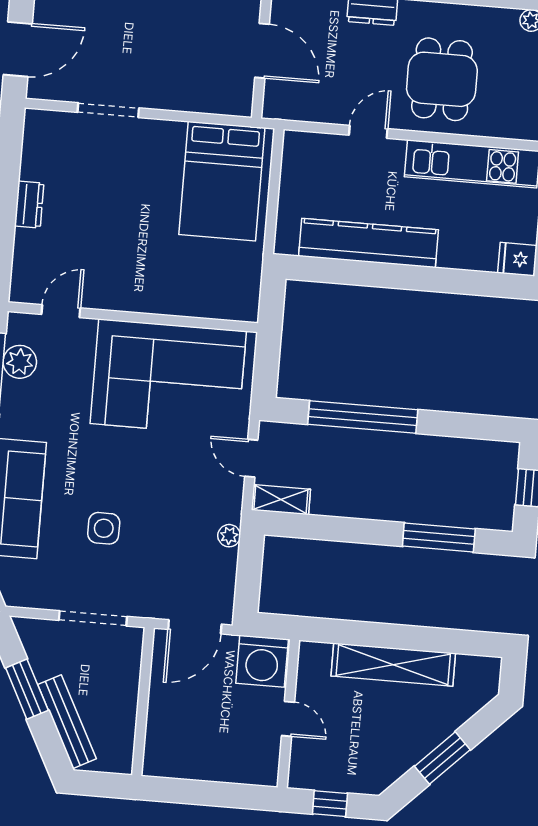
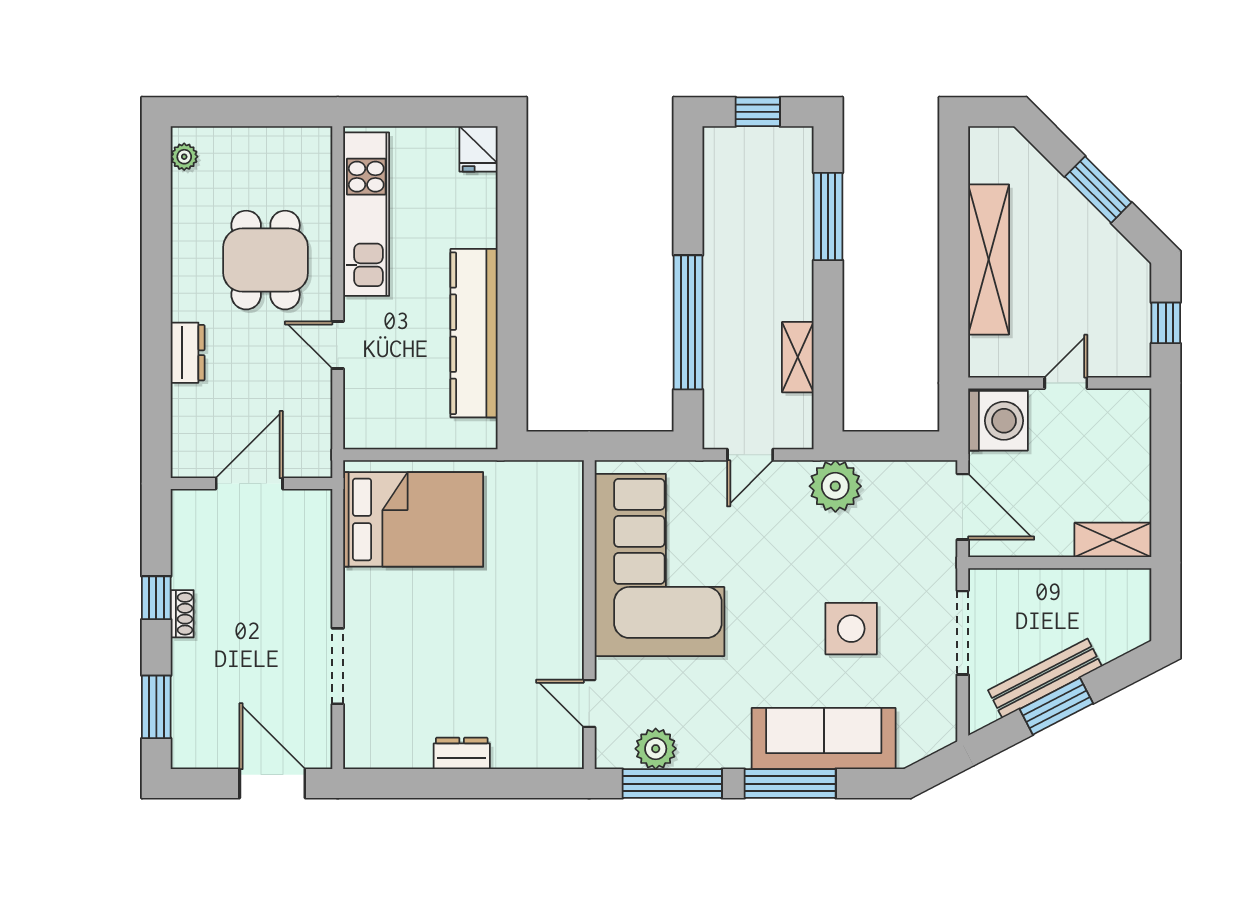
dining table: (442, 79) -> (266, 260), turned 90
shelving: (281, 500) -> (798, 357), moved
side table: (104, 528) -> (851, 629), width x1.37, depth x1.37
plant: (229, 536) -> (835, 486), width x1.87, depth x1.87
bench: (67, 722) -> (1045, 678), moved
shelving: (158, 746) -> (1113, 540), added

